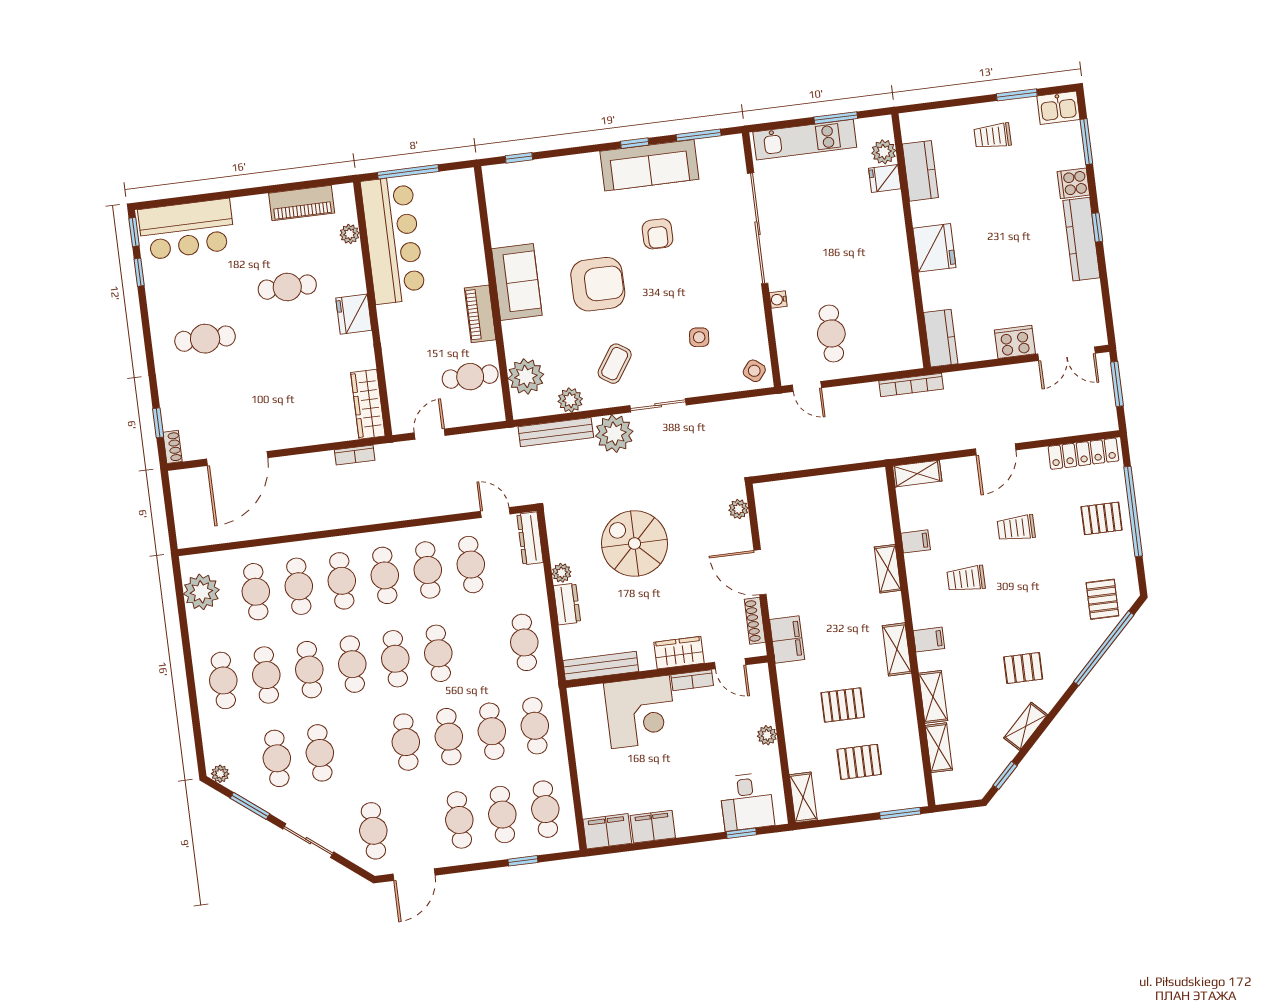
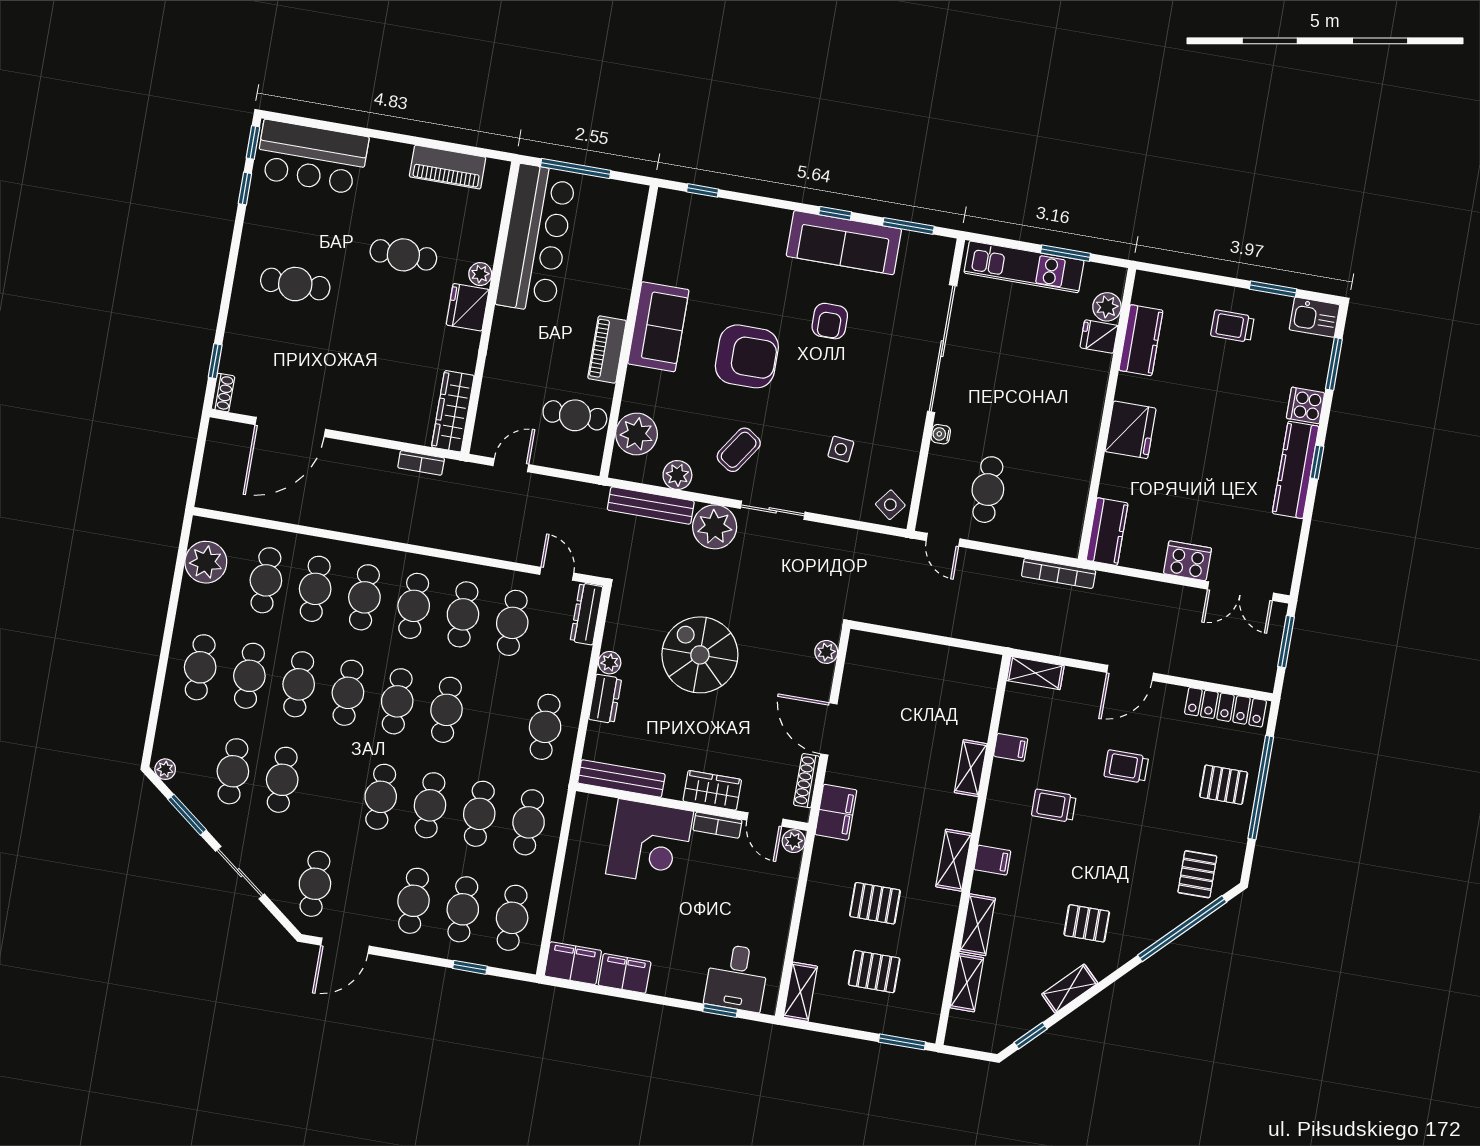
plant: (350, 234) -> (480, 274), moved
plant: (767, 735) -> (794, 841), moved

